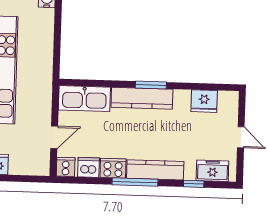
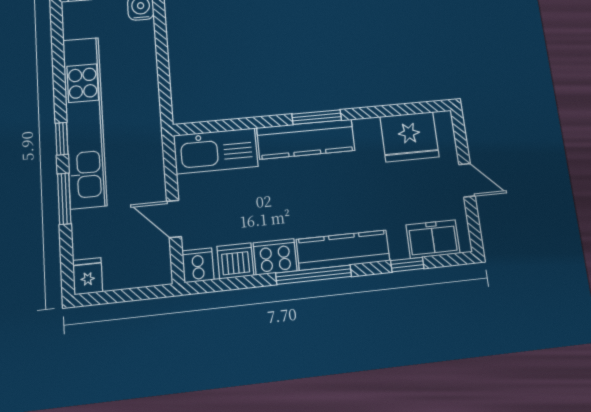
fridge: (204, 101) -> (409, 137), width x1.36, depth x1.34
door: (54, 137) -> (174, 219), swing flipped

